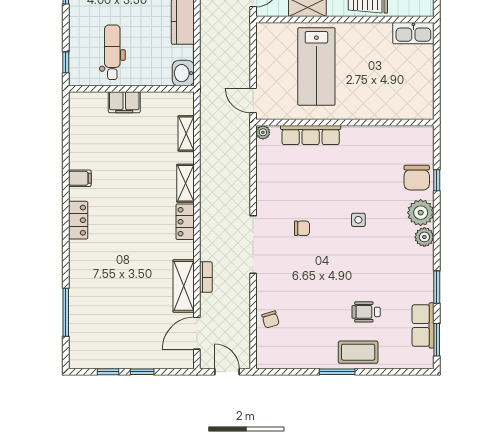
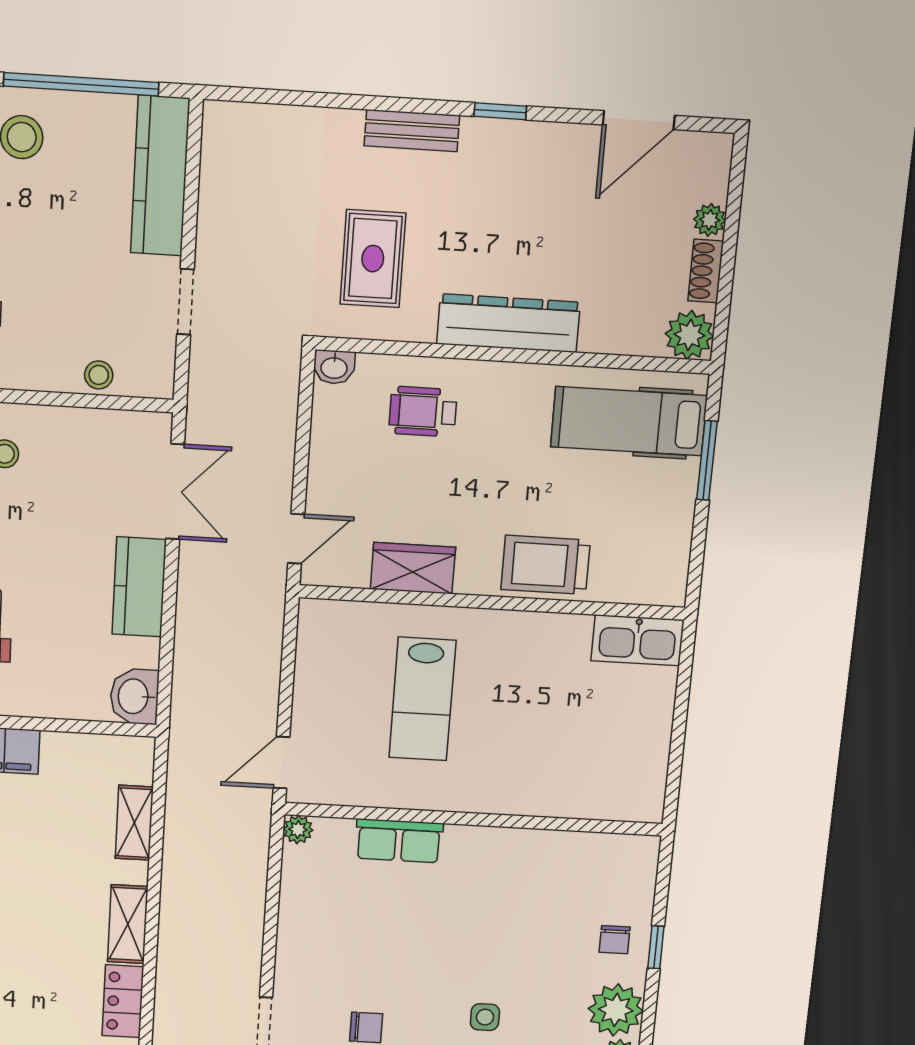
lab bench: (316, 67) -> (422, 699), width x0.73, depth x0.72
door: (253, 101) -> (281, 763), hinge flipped
row of seats: (311, 135) -> (399, 841), width x0.68
chair: (417, 178) -> (615, 940), width x0.54, depth x0.54

